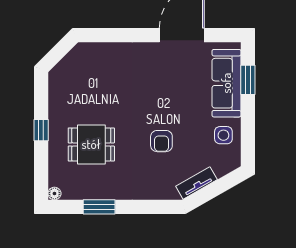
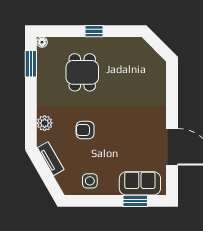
sofa: (226, 83) -> (140, 183), width x0.73
plant: (153, 190) -> (45, 123), added
window: (99, 207) -> (31, 64), moved

